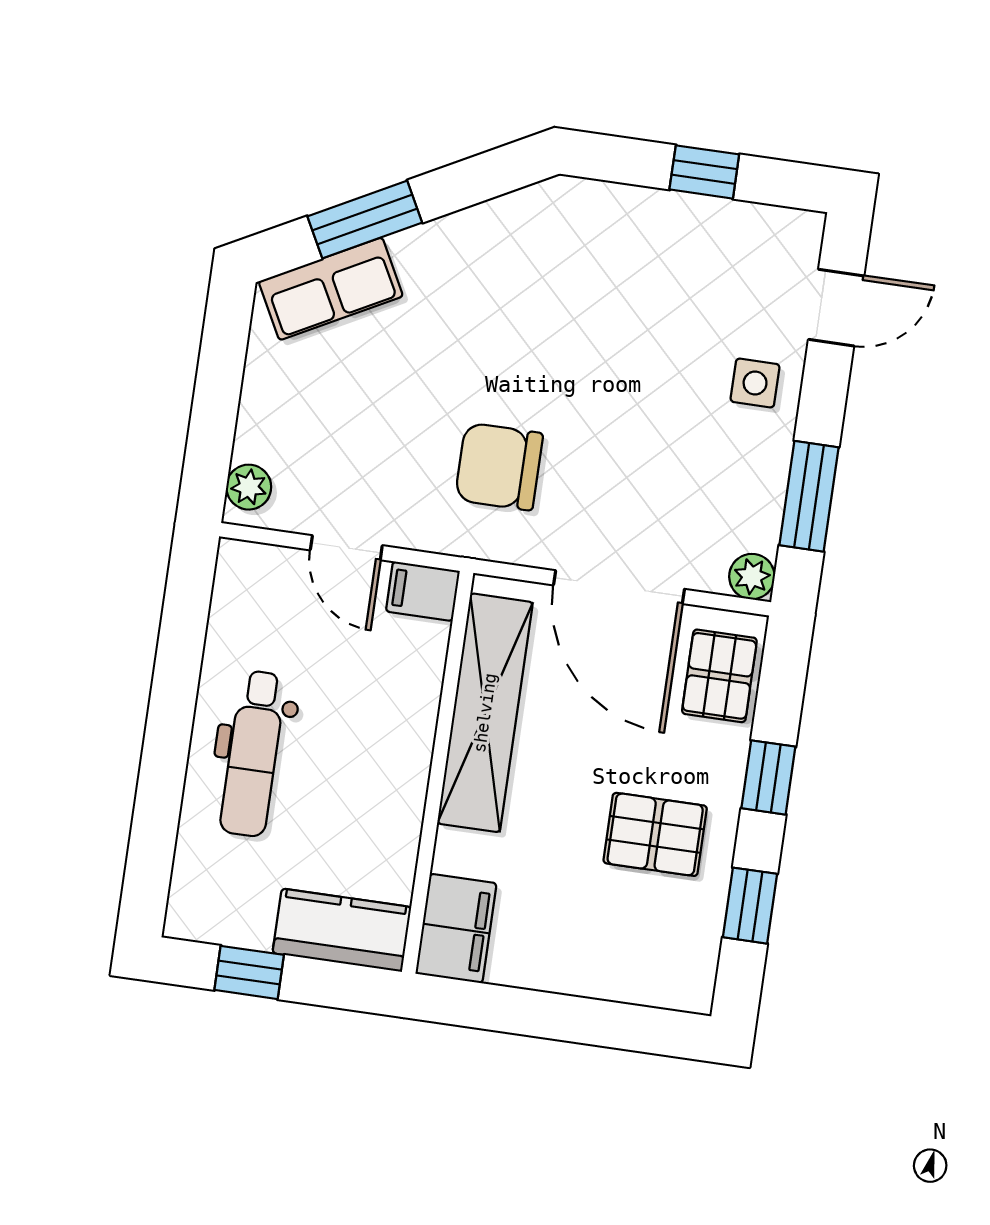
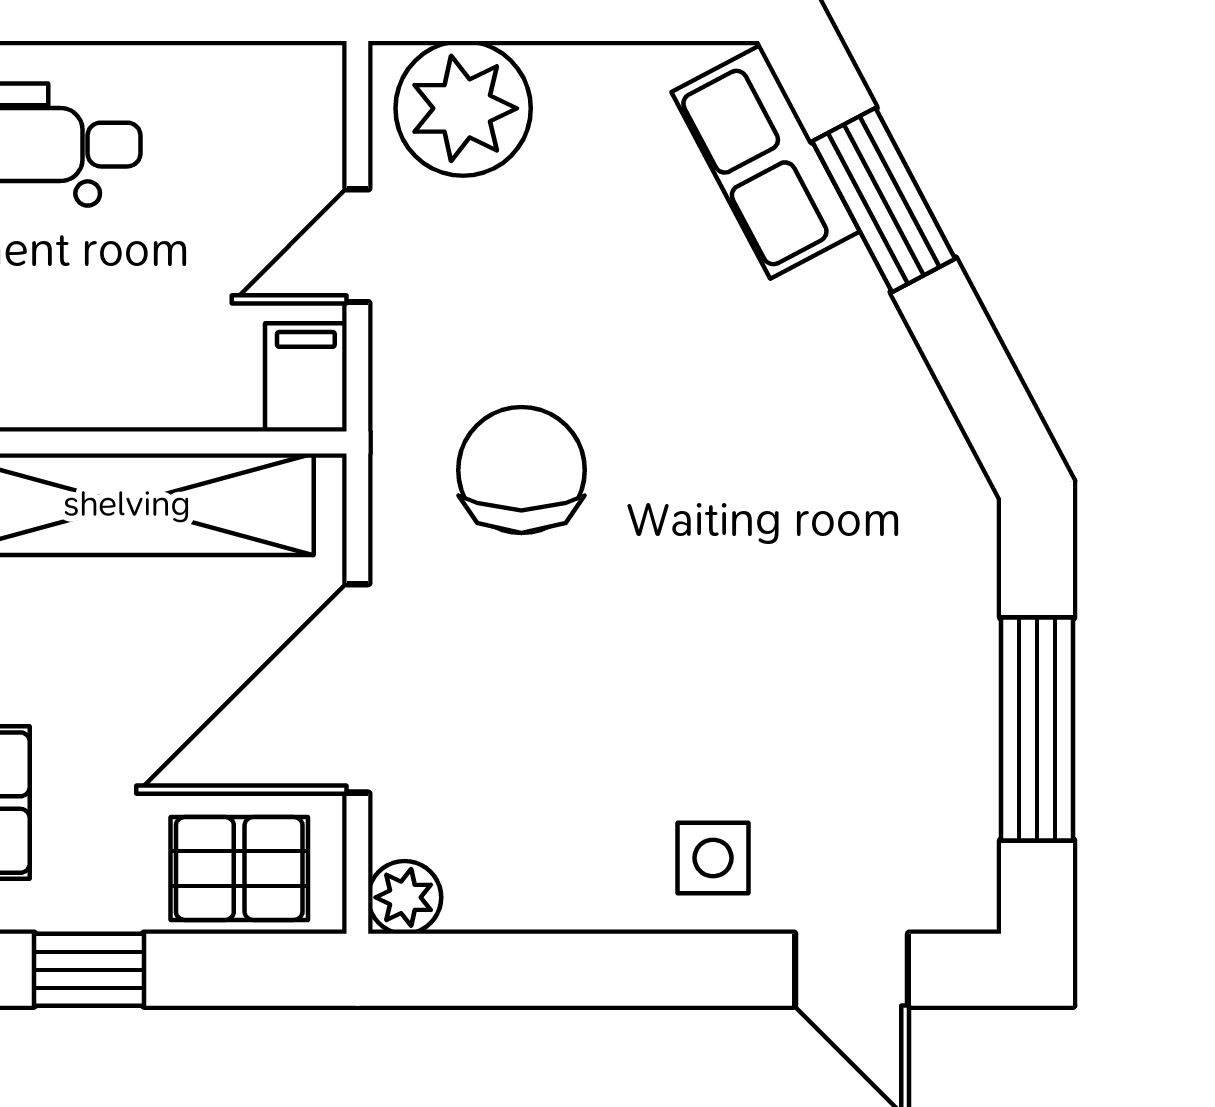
window: (704, 172) -> (1037, 729), width x2.17
plant: (249, 487) -> (463, 108), width x1.88, depth x1.88
window: (809, 496) -> (545, 970), removed

